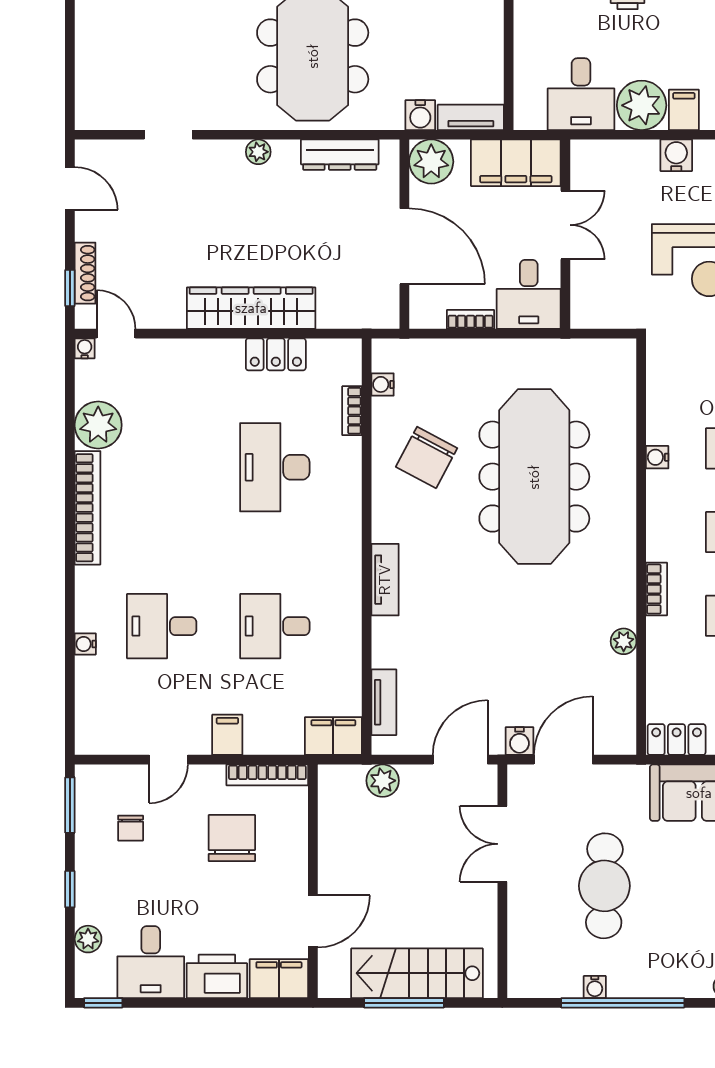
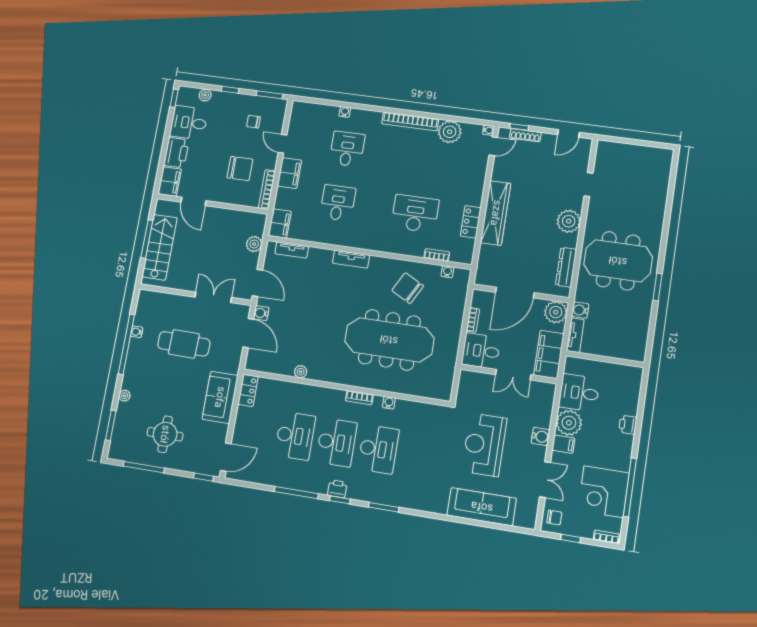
plant: (258, 152) -> (569, 221), width x1.88, depth x1.88
bookcase: (657, 589) -> (359, 398), moved
filing cabinet: (227, 735) -> (289, 173), width x2.00

